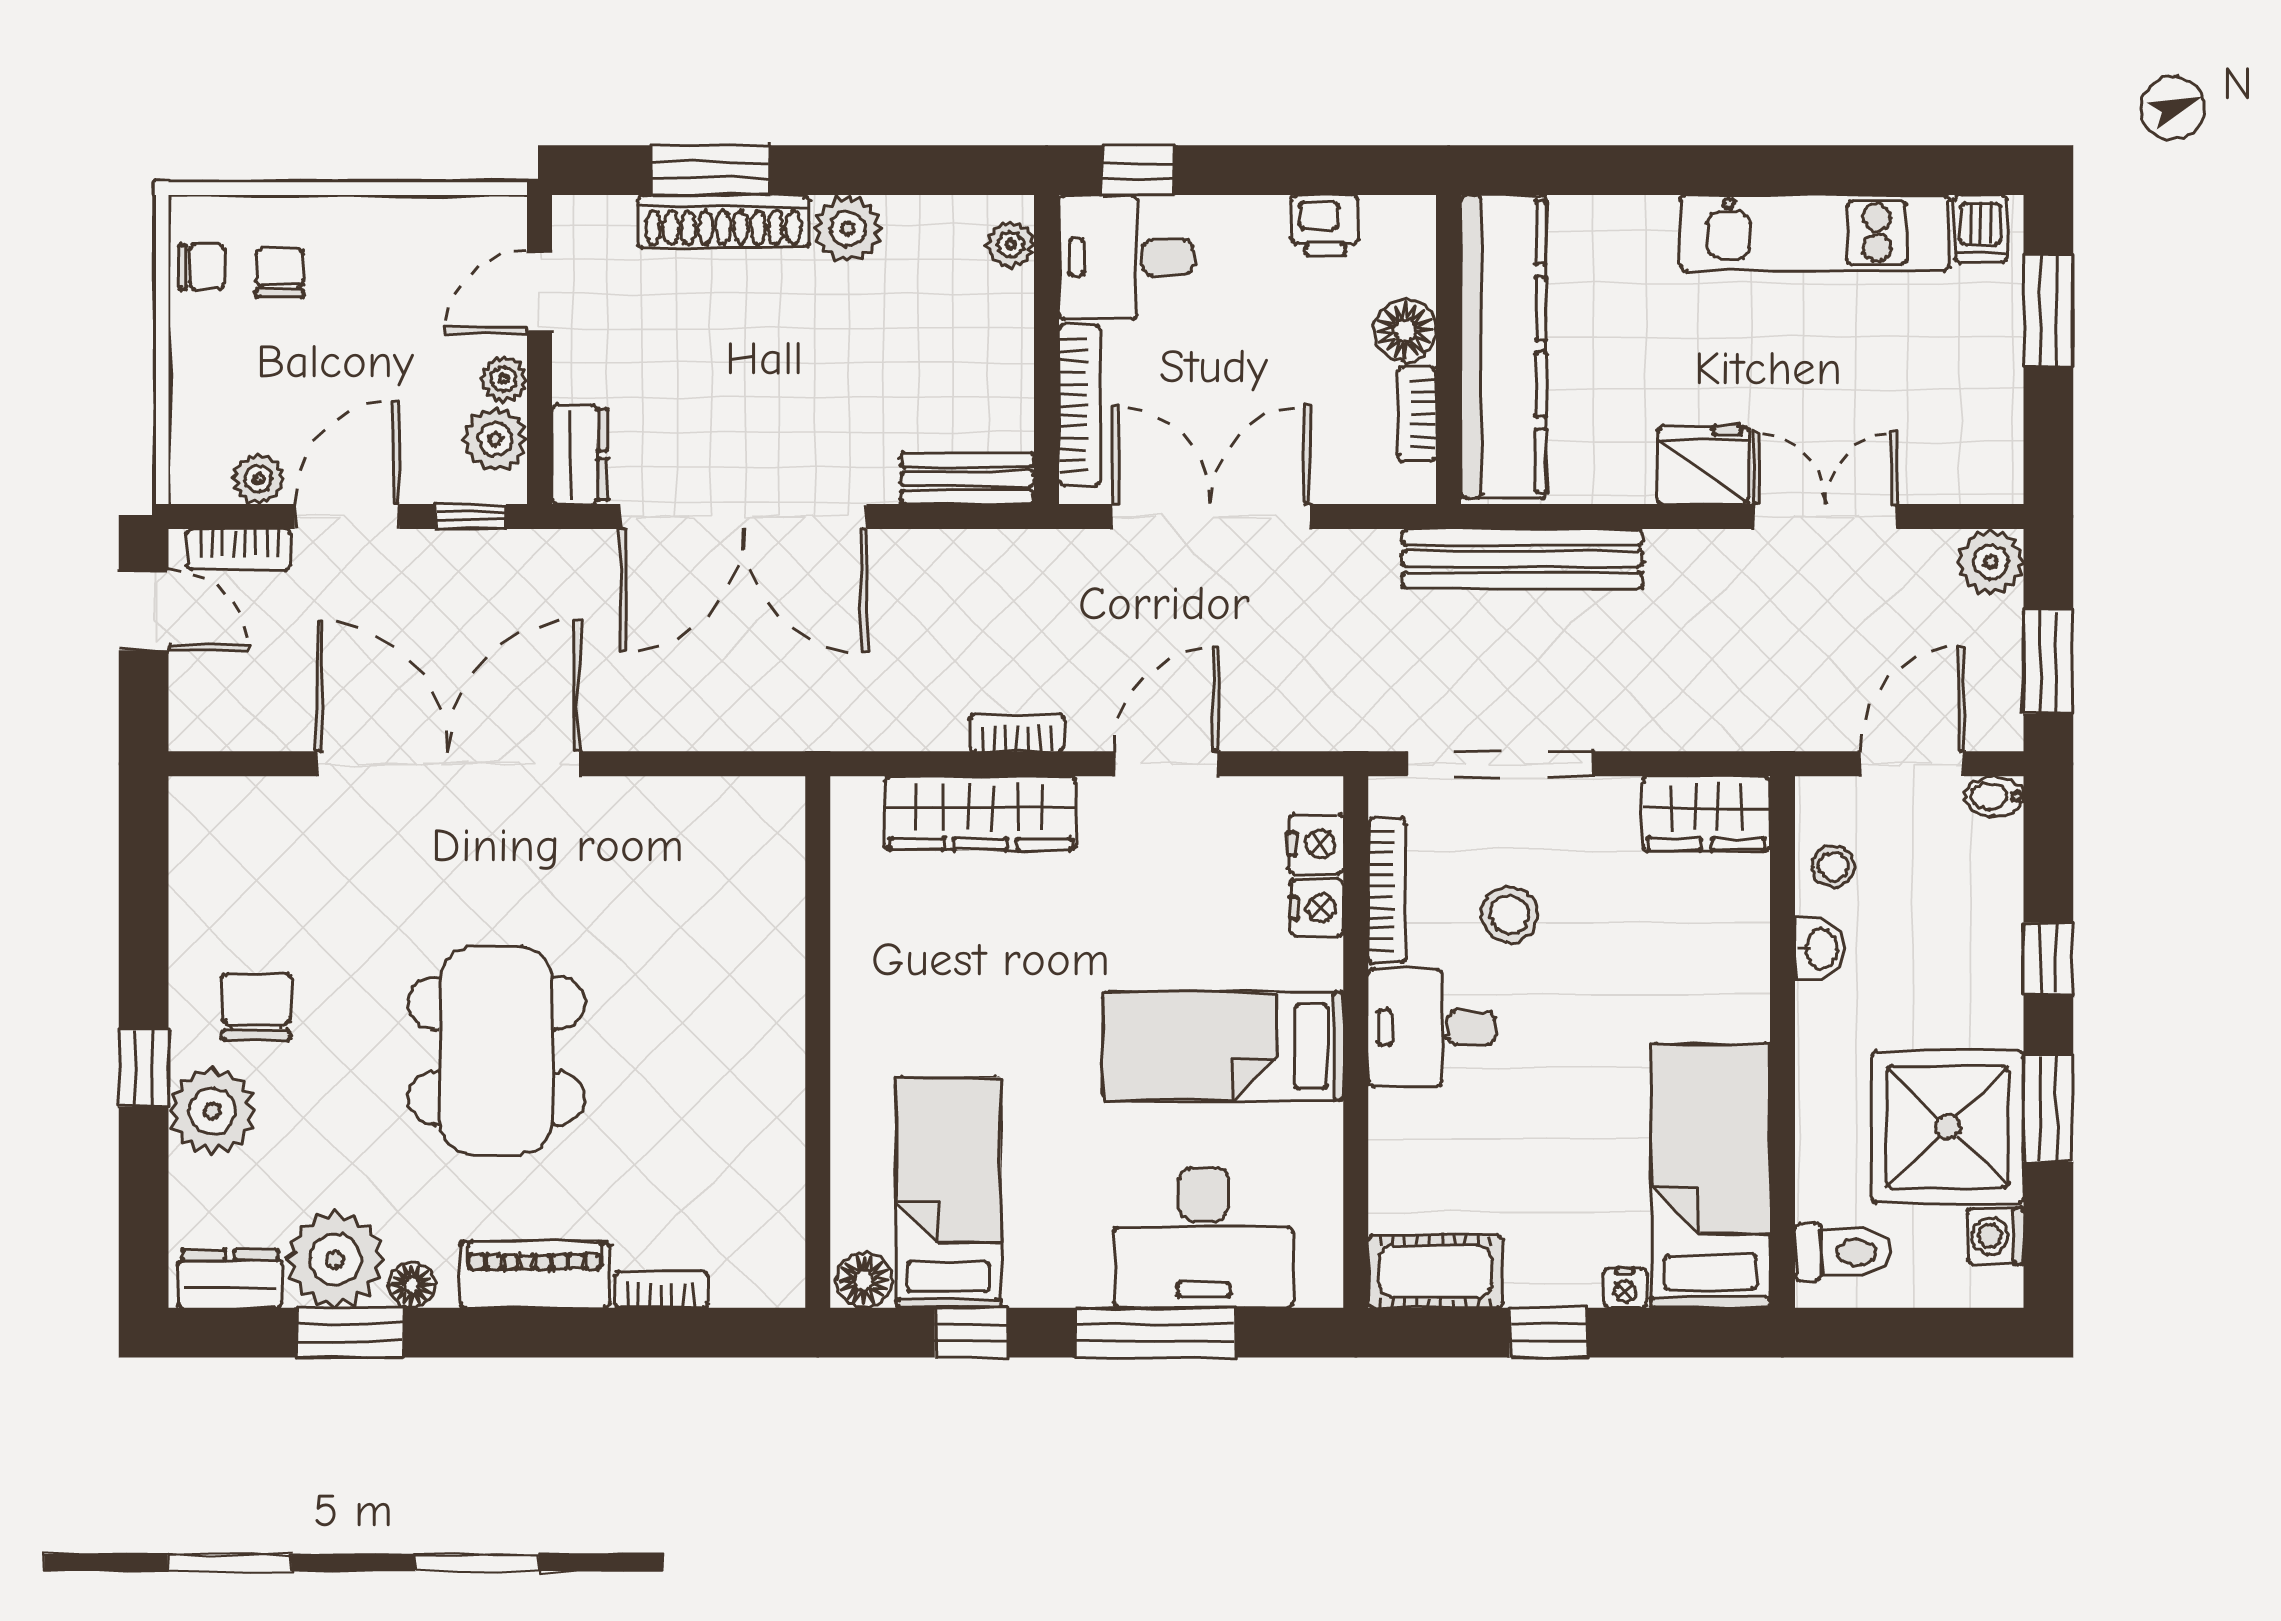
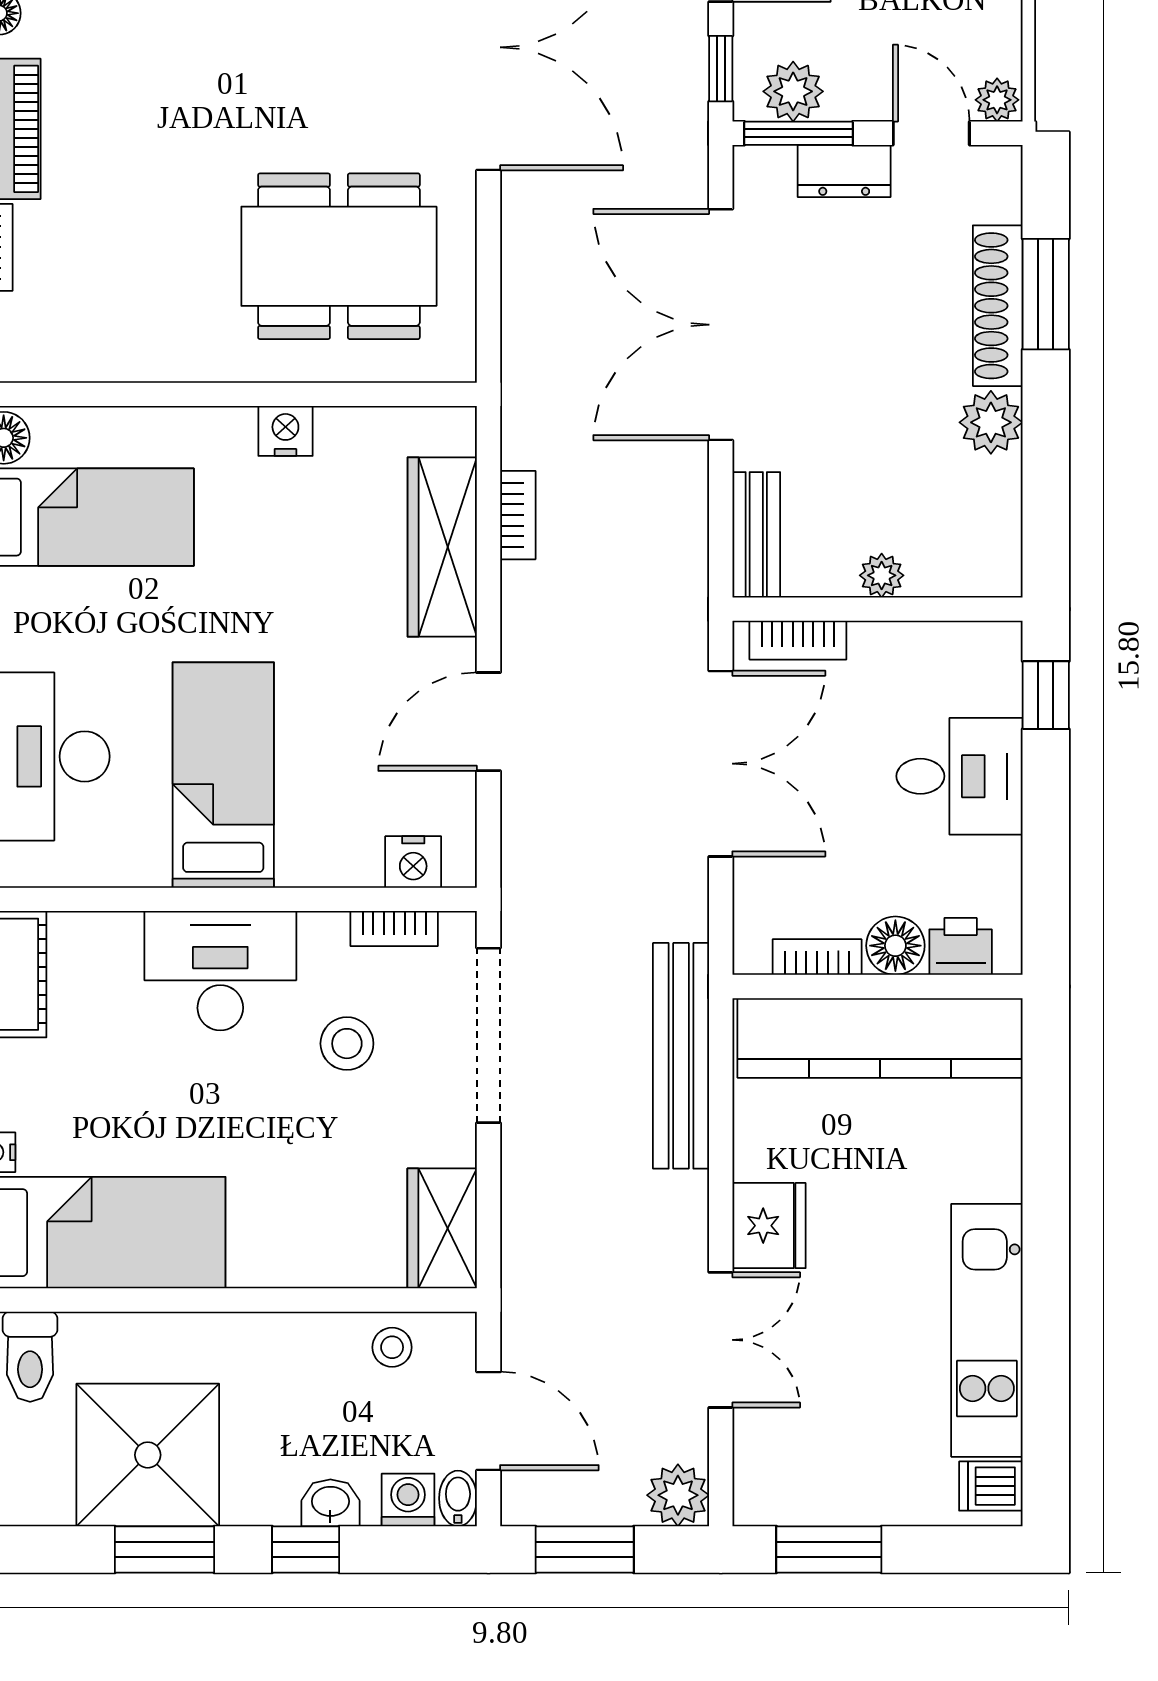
printer: (1325, 225) -> (961, 946), moved, turned 90
plant: (1011, 245) -> (882, 575), moved
desk: (1126, 257) -> (959, 776), moved, turned 90
window: (2048, 310) -> (829, 1550), moved
plant: (504, 379) -> (997, 100), moved
bookcase: (1080, 405) -> (798, 640), width x0.64
window: (539, 434) -> (798, 133), added
dresser: (580, 454) -> (844, 171), moved
bookcase: (1017, 733) -> (518, 515), moved
door: (1166, 764) -> (488, 722), swing flipped
bookcase: (1387, 891) -> (394, 929), width x0.64
nightstand: (1317, 908) -> (285, 431), moved, turned 180
washbasin: (1820, 949) -> (330, 1503), moved, turned 180
desk: (1432, 1028) -> (220, 971), width x1.37
dining table: (496, 1051) -> (339, 256), moved
washing machine: (1996, 1236) -> (408, 1500), moved

